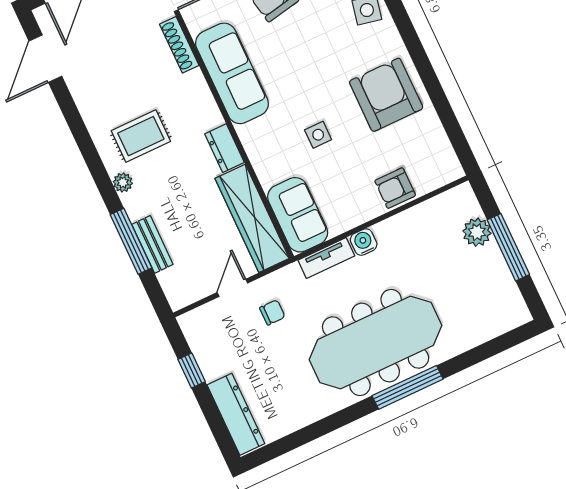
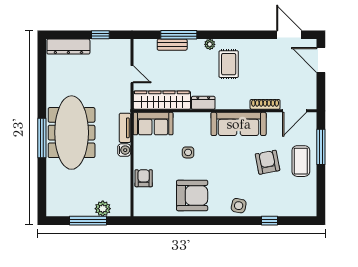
chair: (272, 312) -> (111, 88), removed

